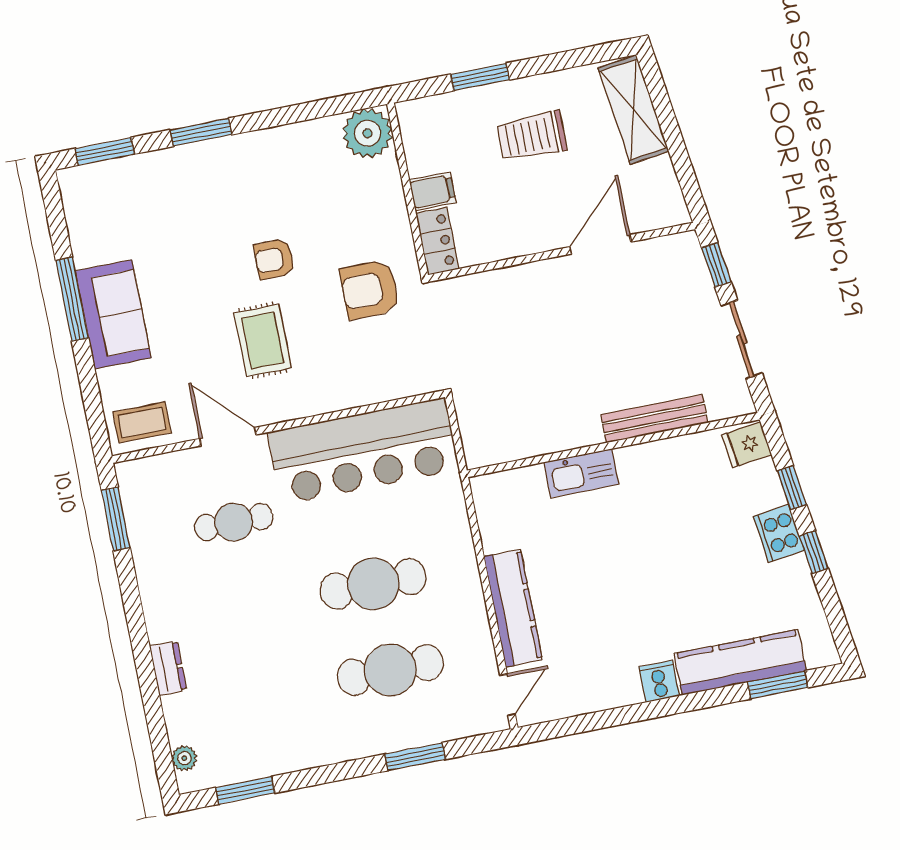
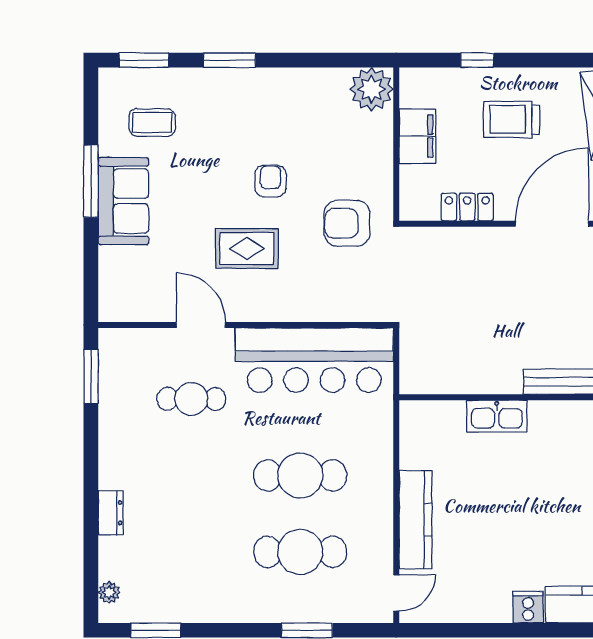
window: (480, 77) -> (477, 60), width x0.67
filing cabinet: (433, 191) -> (417, 136), width x2.00
locker: (437, 241) -> (467, 207), moved, turned -90
door: (600, 244) -> (552, 224), width x1.36
armchair: (274, 259) -> (271, 181), turned 90
rug: (263, 340) -> (247, 249), turned 90
coffee table: (142, 422) -> (152, 122), moved

